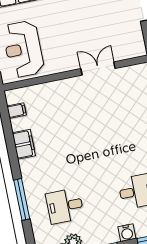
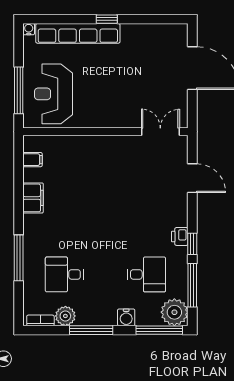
double door: (98, 69) -> (160, 132), moved

